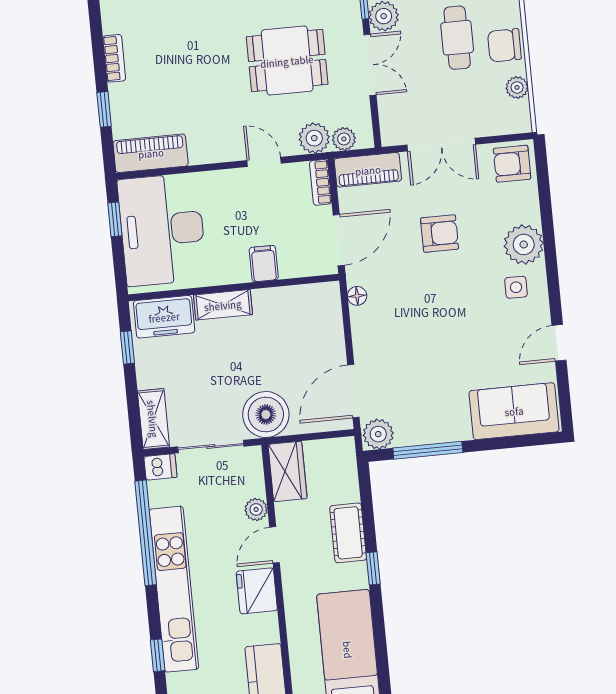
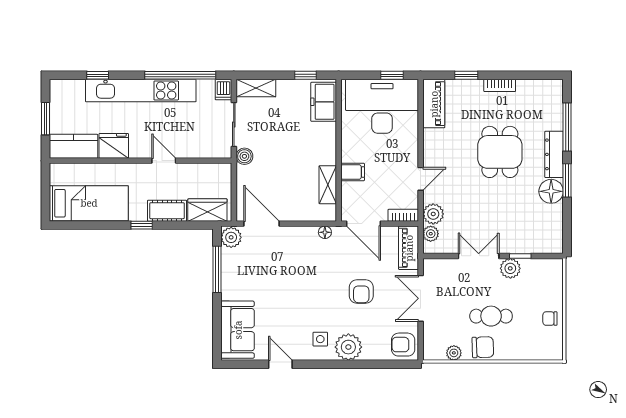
chair: (504, 45) -> (483, 347), turned 88
dining table: (287, 61) -> (500, 152), moved
double door: (370, 65) -> (479, 256), swing flipped
armchair: (512, 164) -> (403, 345), turned -90
shelving: (223, 305) -> (328, 185), moved
boiler: (266, 414) -> (244, 156), width x0.54, depth x0.54
wardrobe: (288, 471) -> (207, 210), moved, turned 180
plant: (256, 509) -> (189, 151), removed
fridge: (257, 591) -> (114, 146), moved

